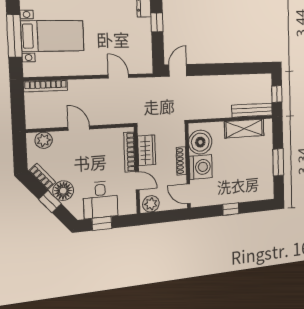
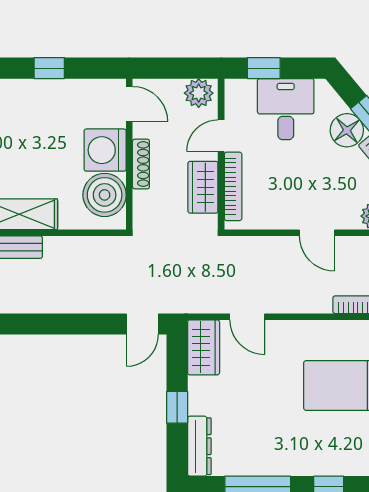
wardrobe: (143, 58) -> (204, 347), added
door: (137, 181) -> (221, 136), hinge flipped
window: (102, 223) -> (264, 68), moved

